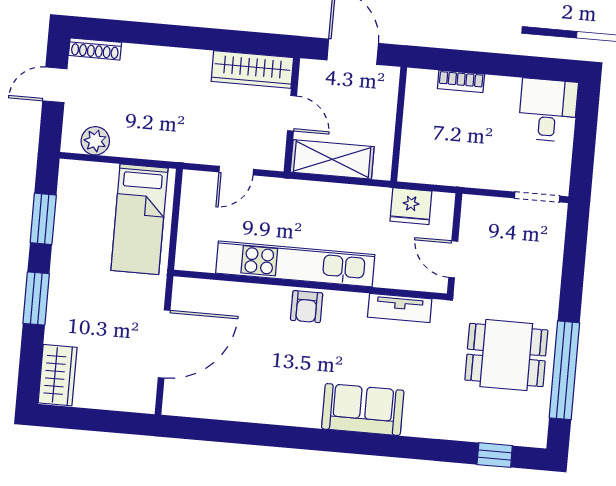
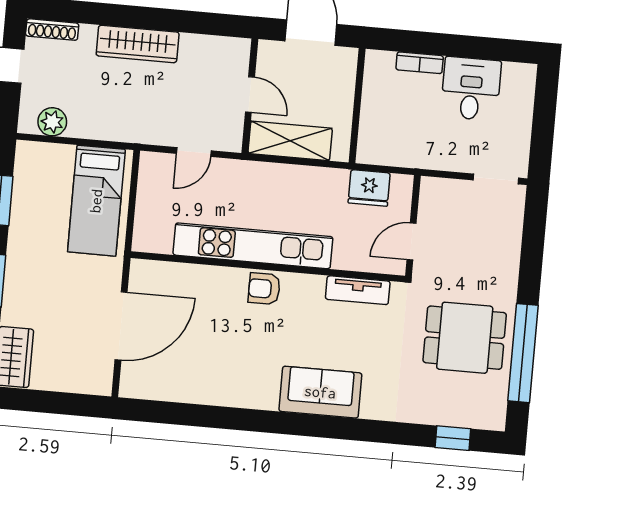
wardrobe: (252, 69) -> (138, 44), moved
desk: (548, 110) -> (471, 89), moved
door: (453, 259) -> (411, 241), hinge flipped
armchair: (307, 307) -> (264, 289), turned 90

